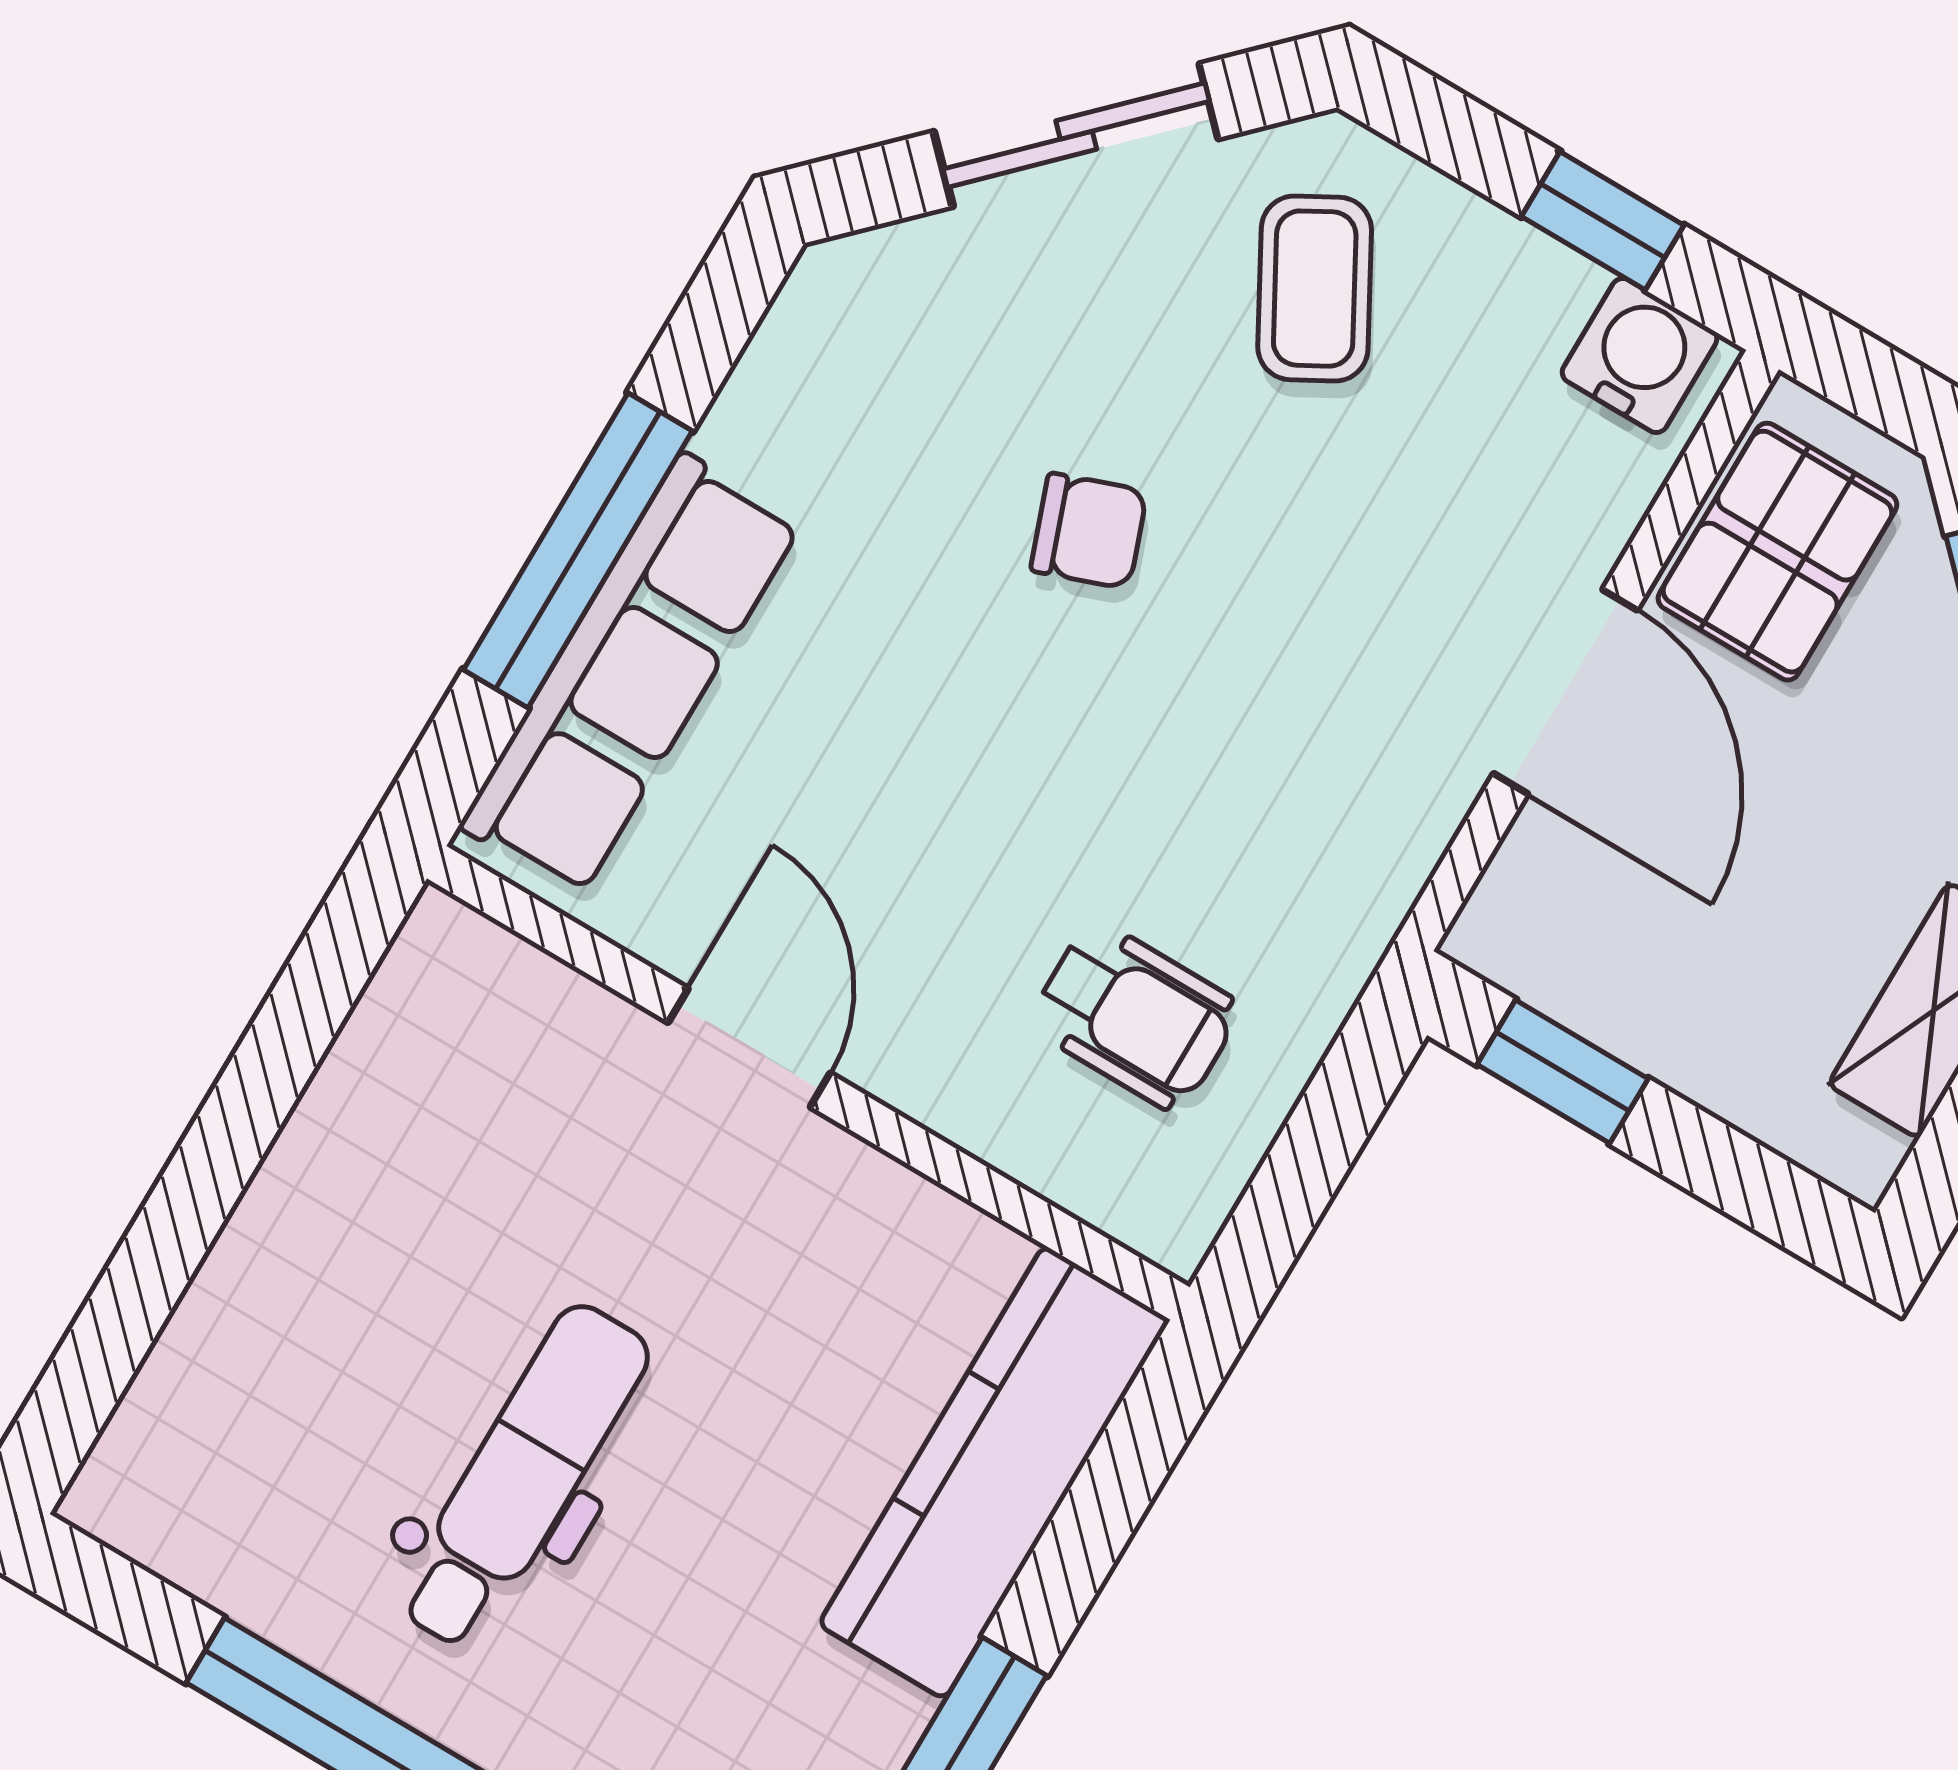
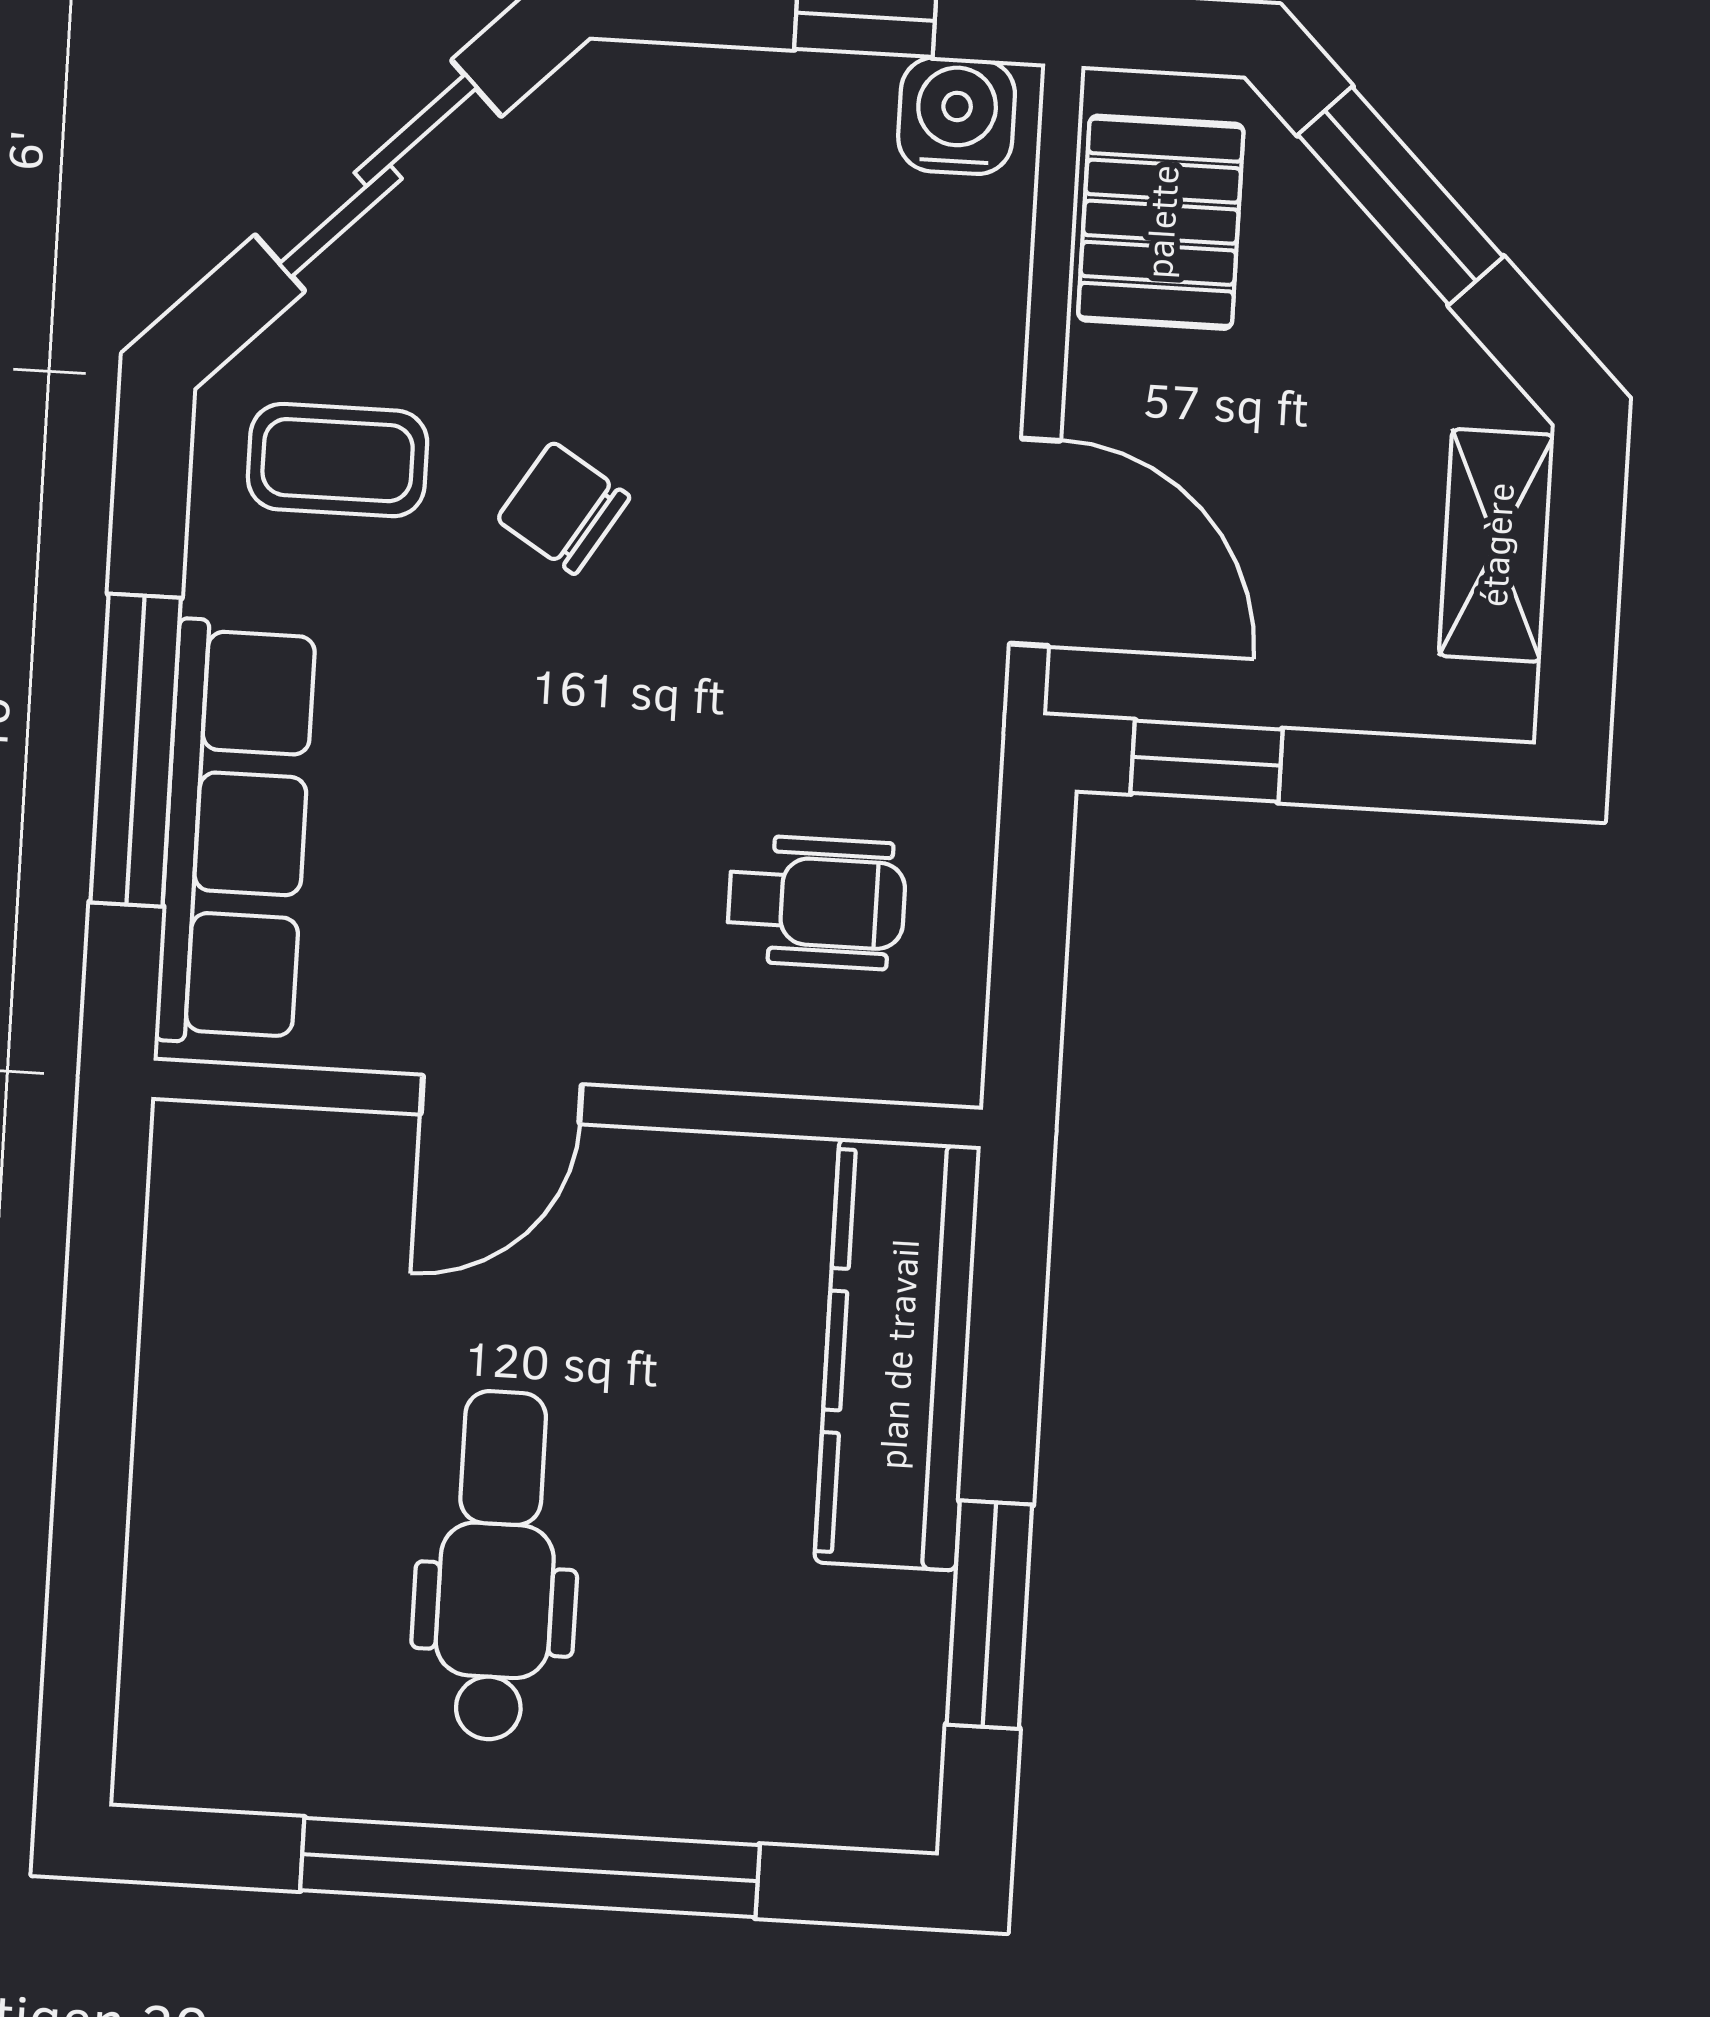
coffee table: (1315, 289) -> (338, 460), moved, turned -61
chair: (1089, 531) -> (563, 508), turned -128
door: (1565, 692) -> (1035, 542), moved
door: (749, 1048) -> (501, 1099), swing flipped

